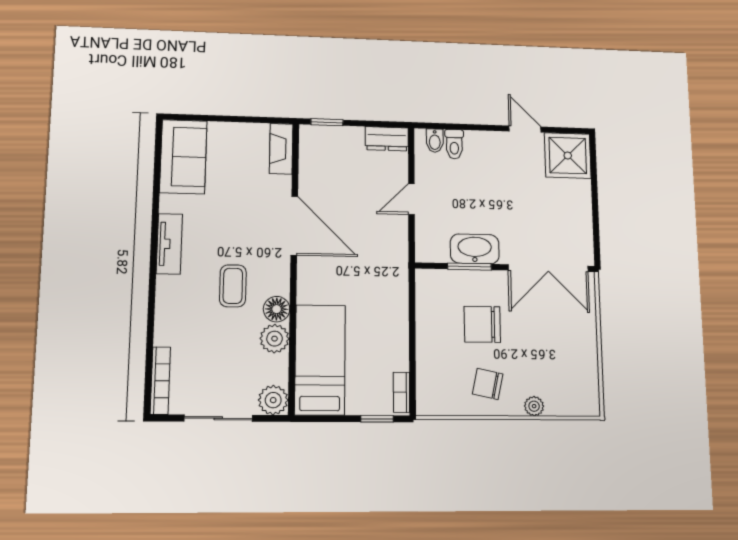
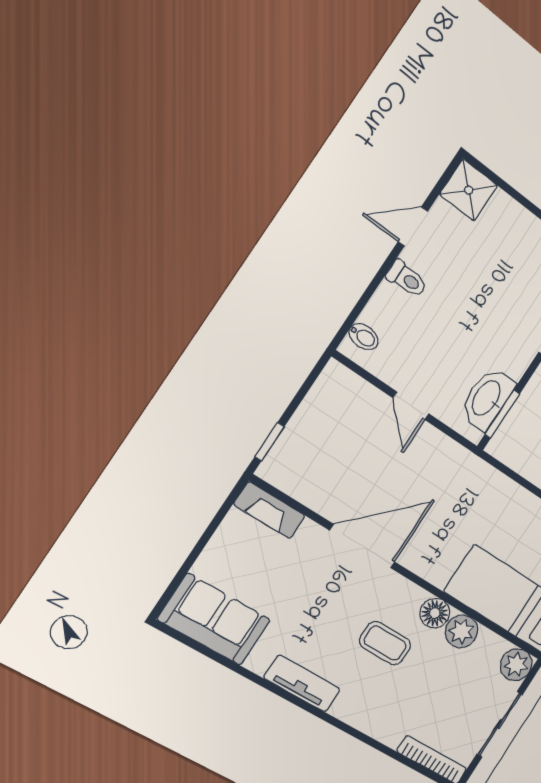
dresser: (387, 139) -> (329, 388), removed
toilet: (454, 144) -> (407, 279), moved
shower: (568, 156) -> (469, 190), width x0.73, depth x0.73
washbasin: (475, 249) -> (487, 399), moved
window: (469, 267) -> (502, 414), moved

